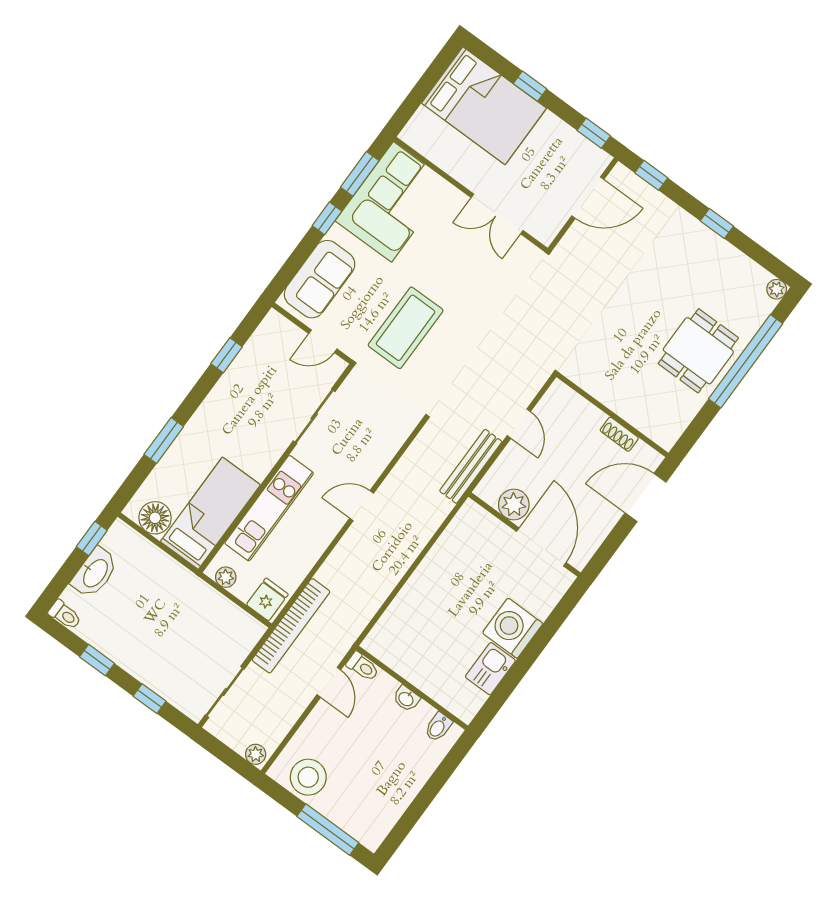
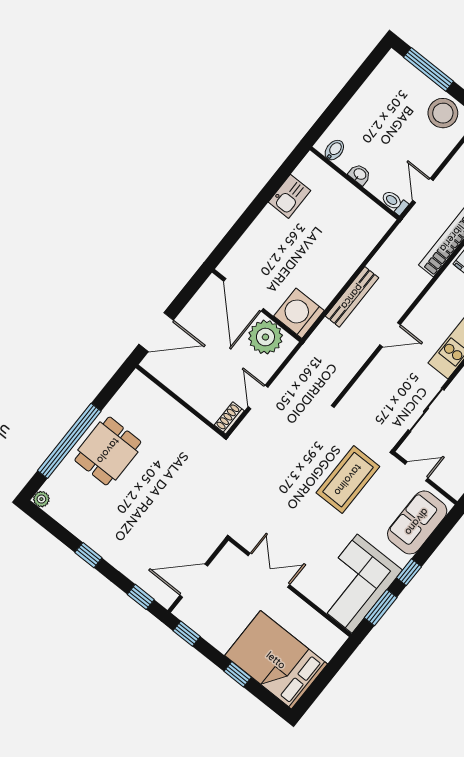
shoe rack: (619, 434) -> (229, 418), moved, turned -90
bench: (471, 466) -> (352, 297), moved
plant: (514, 505) -> (265, 337), width x1.36, depth x1.36
washing machine: (513, 628) -> (299, 313), moved, turned 180

